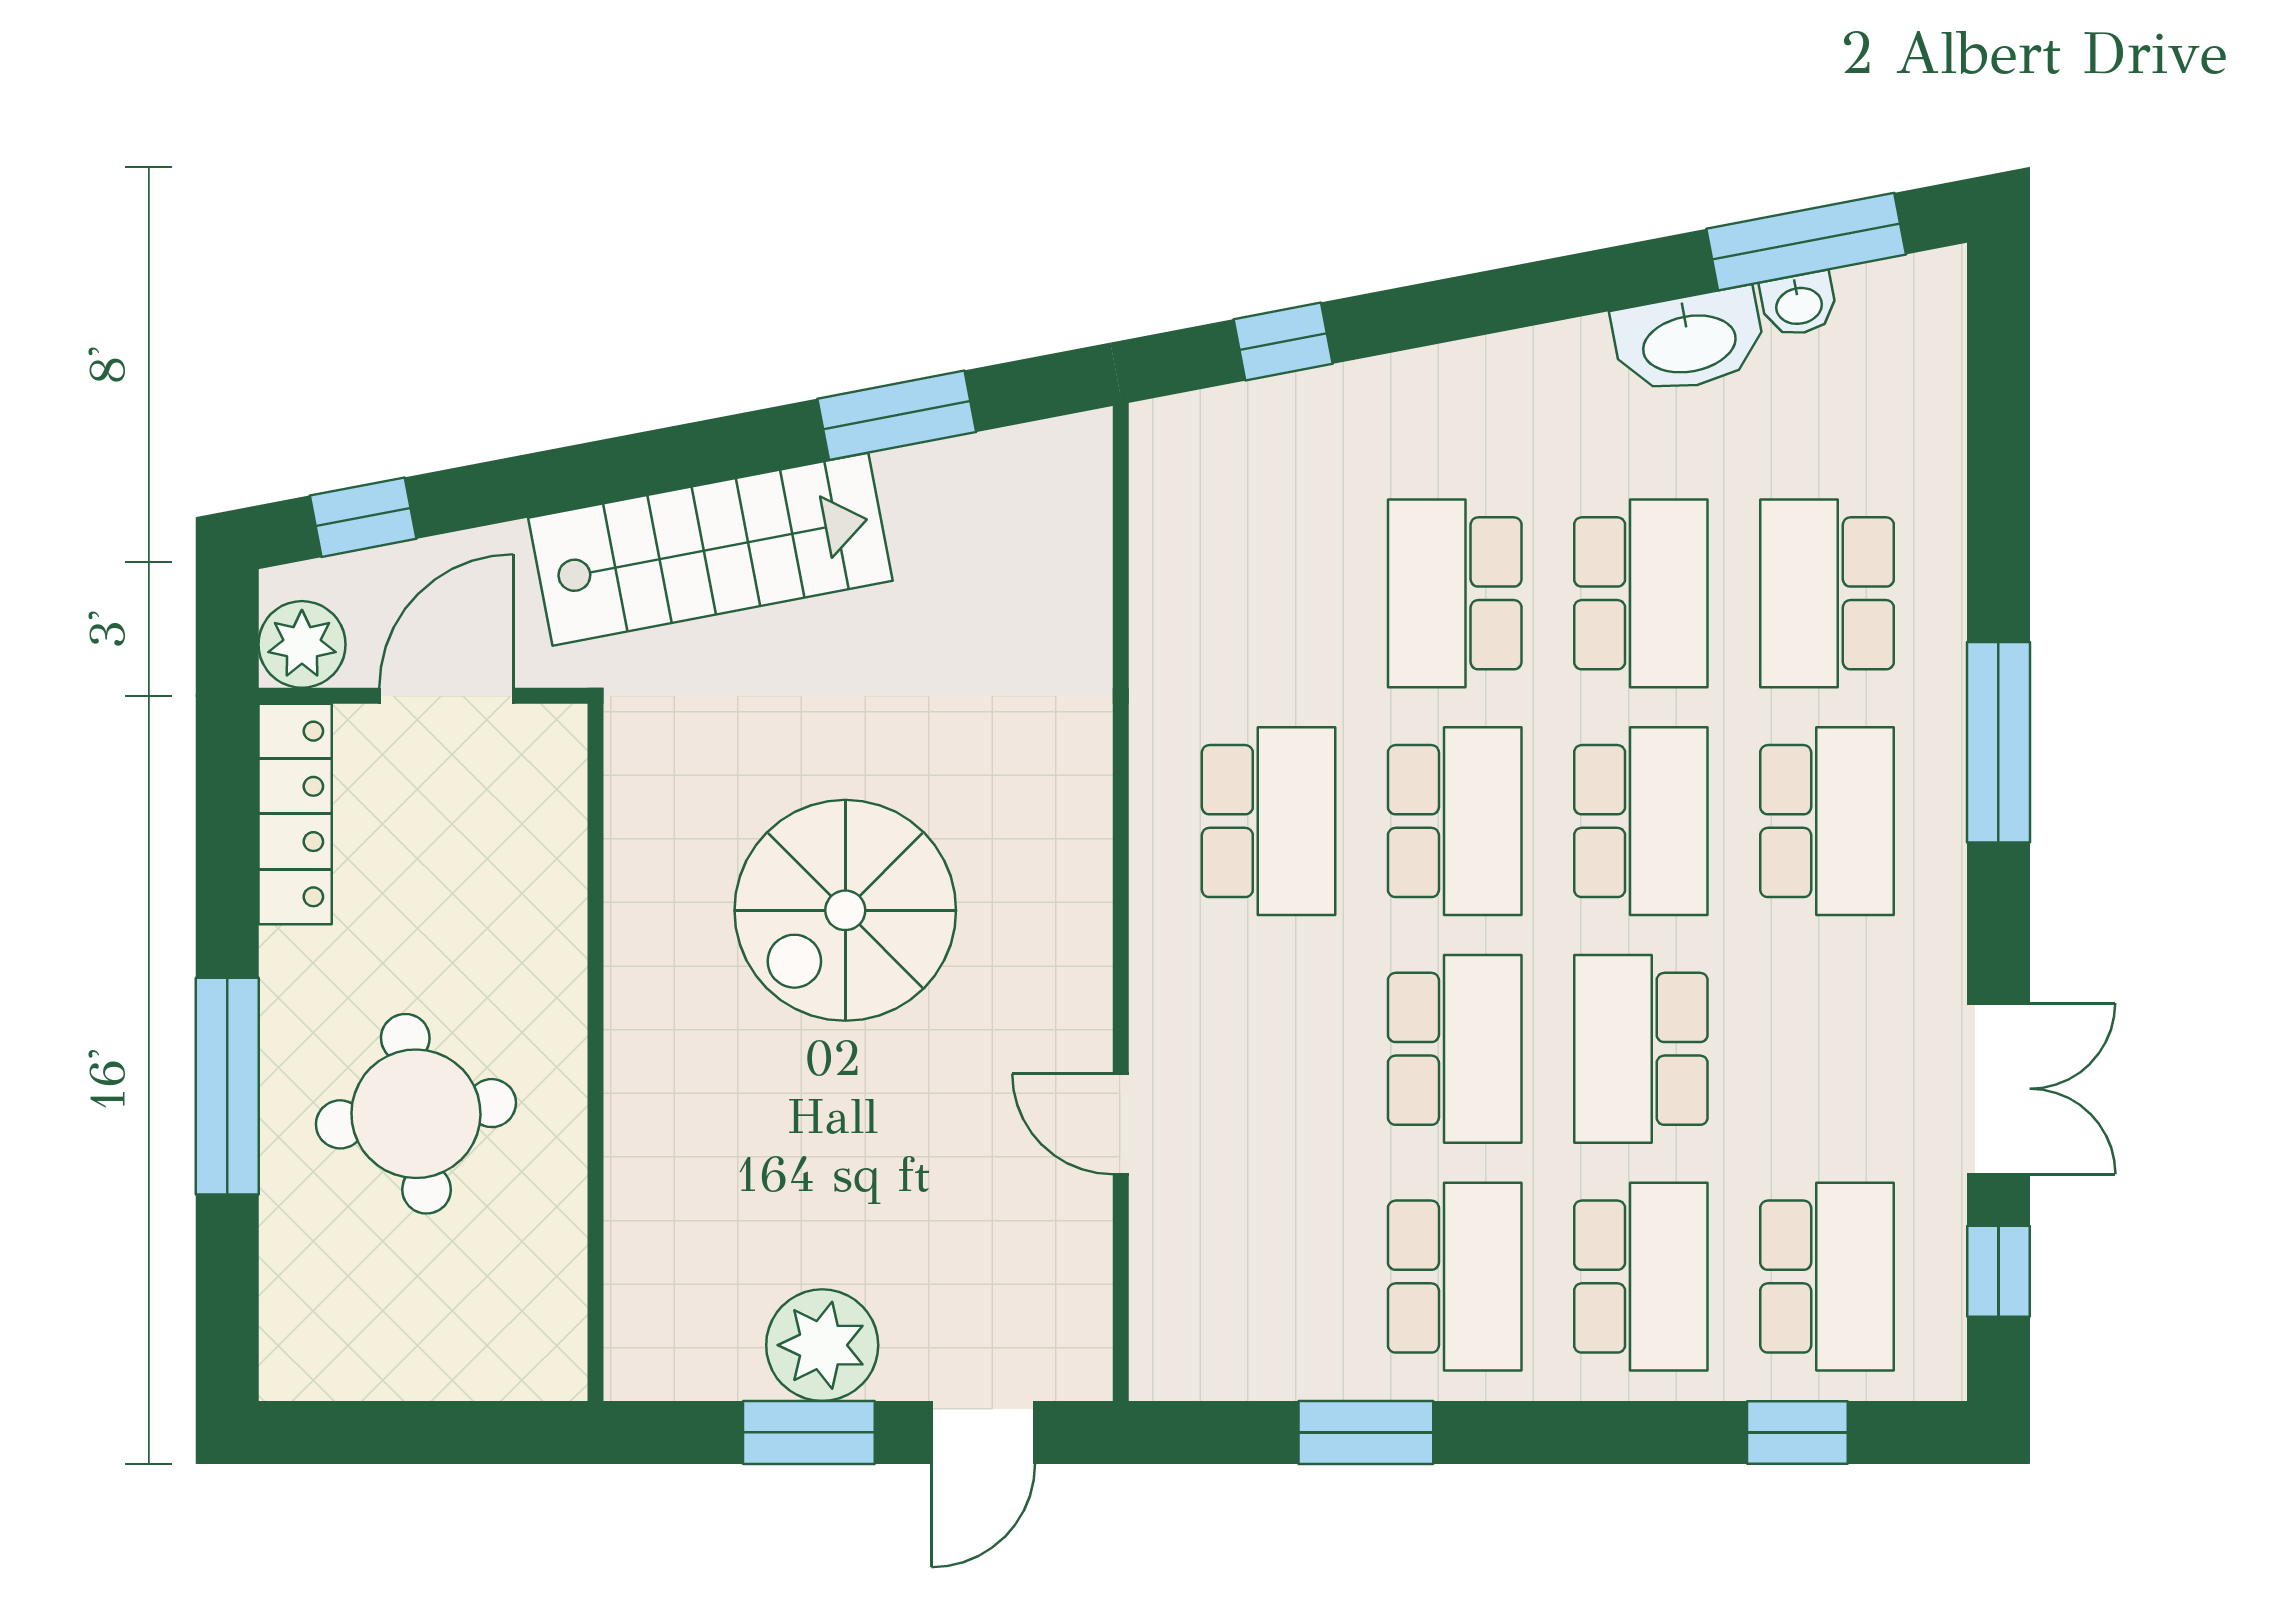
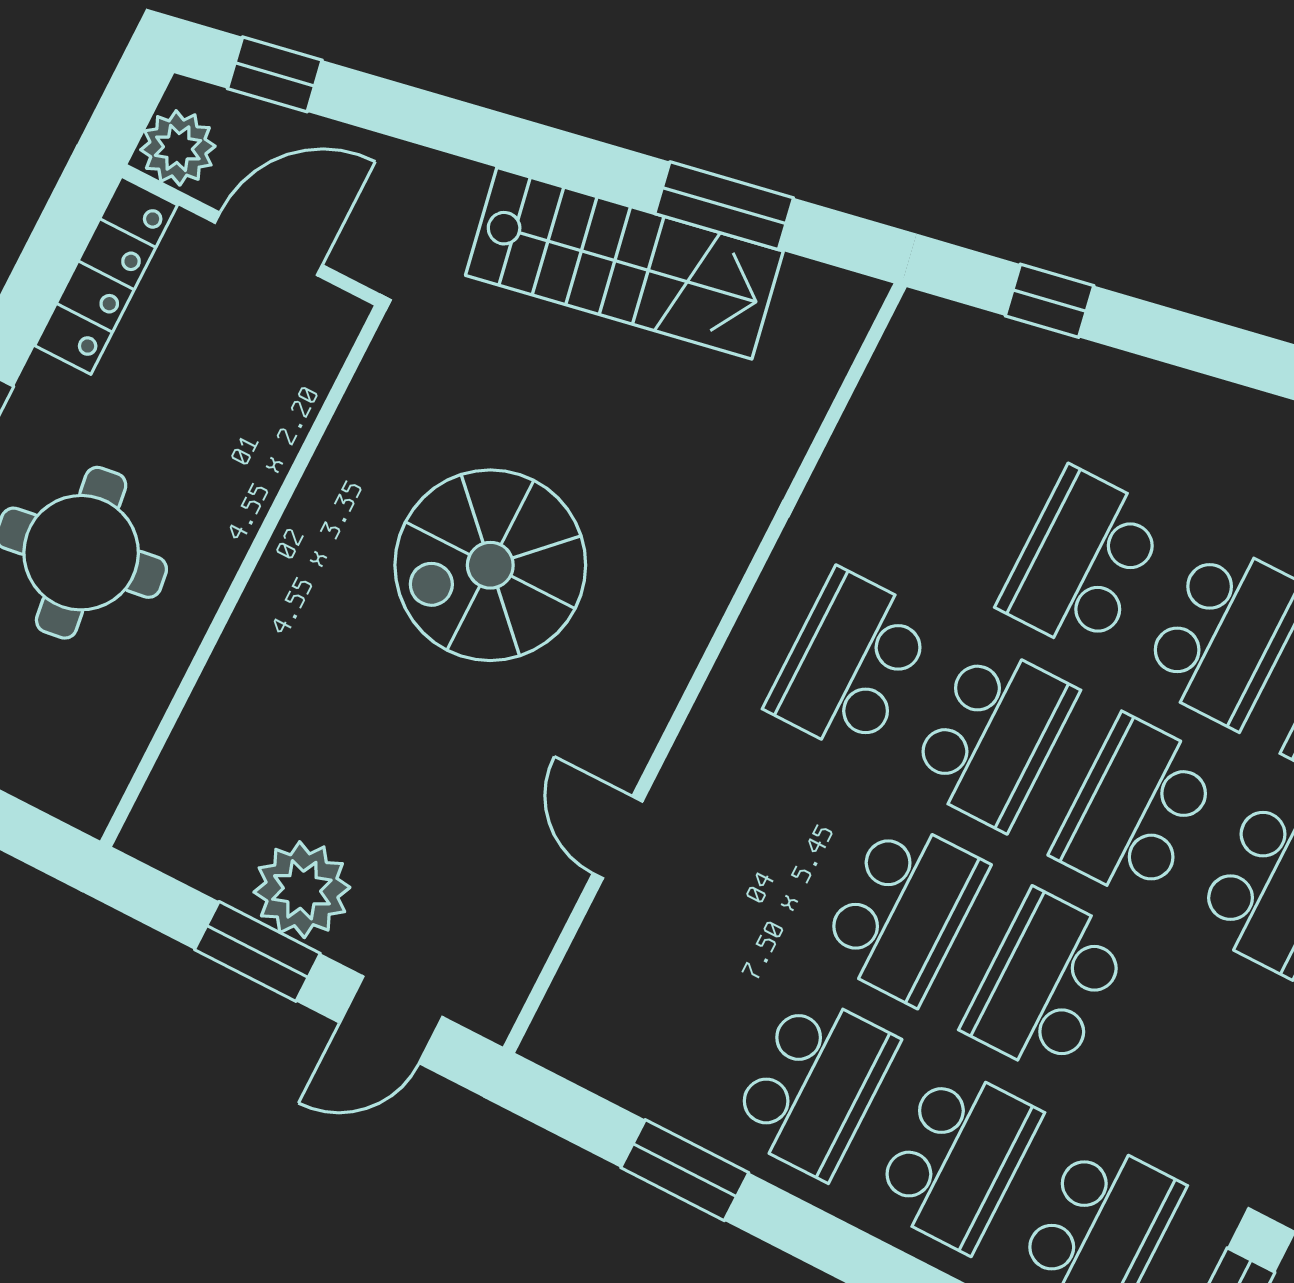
stairs: (710, 549) -> (624, 263), moved
school desk: (1269, 821) -> (850, 663), turned 180
school desk: (1641, 821) -> (1136, 809), turned 180

